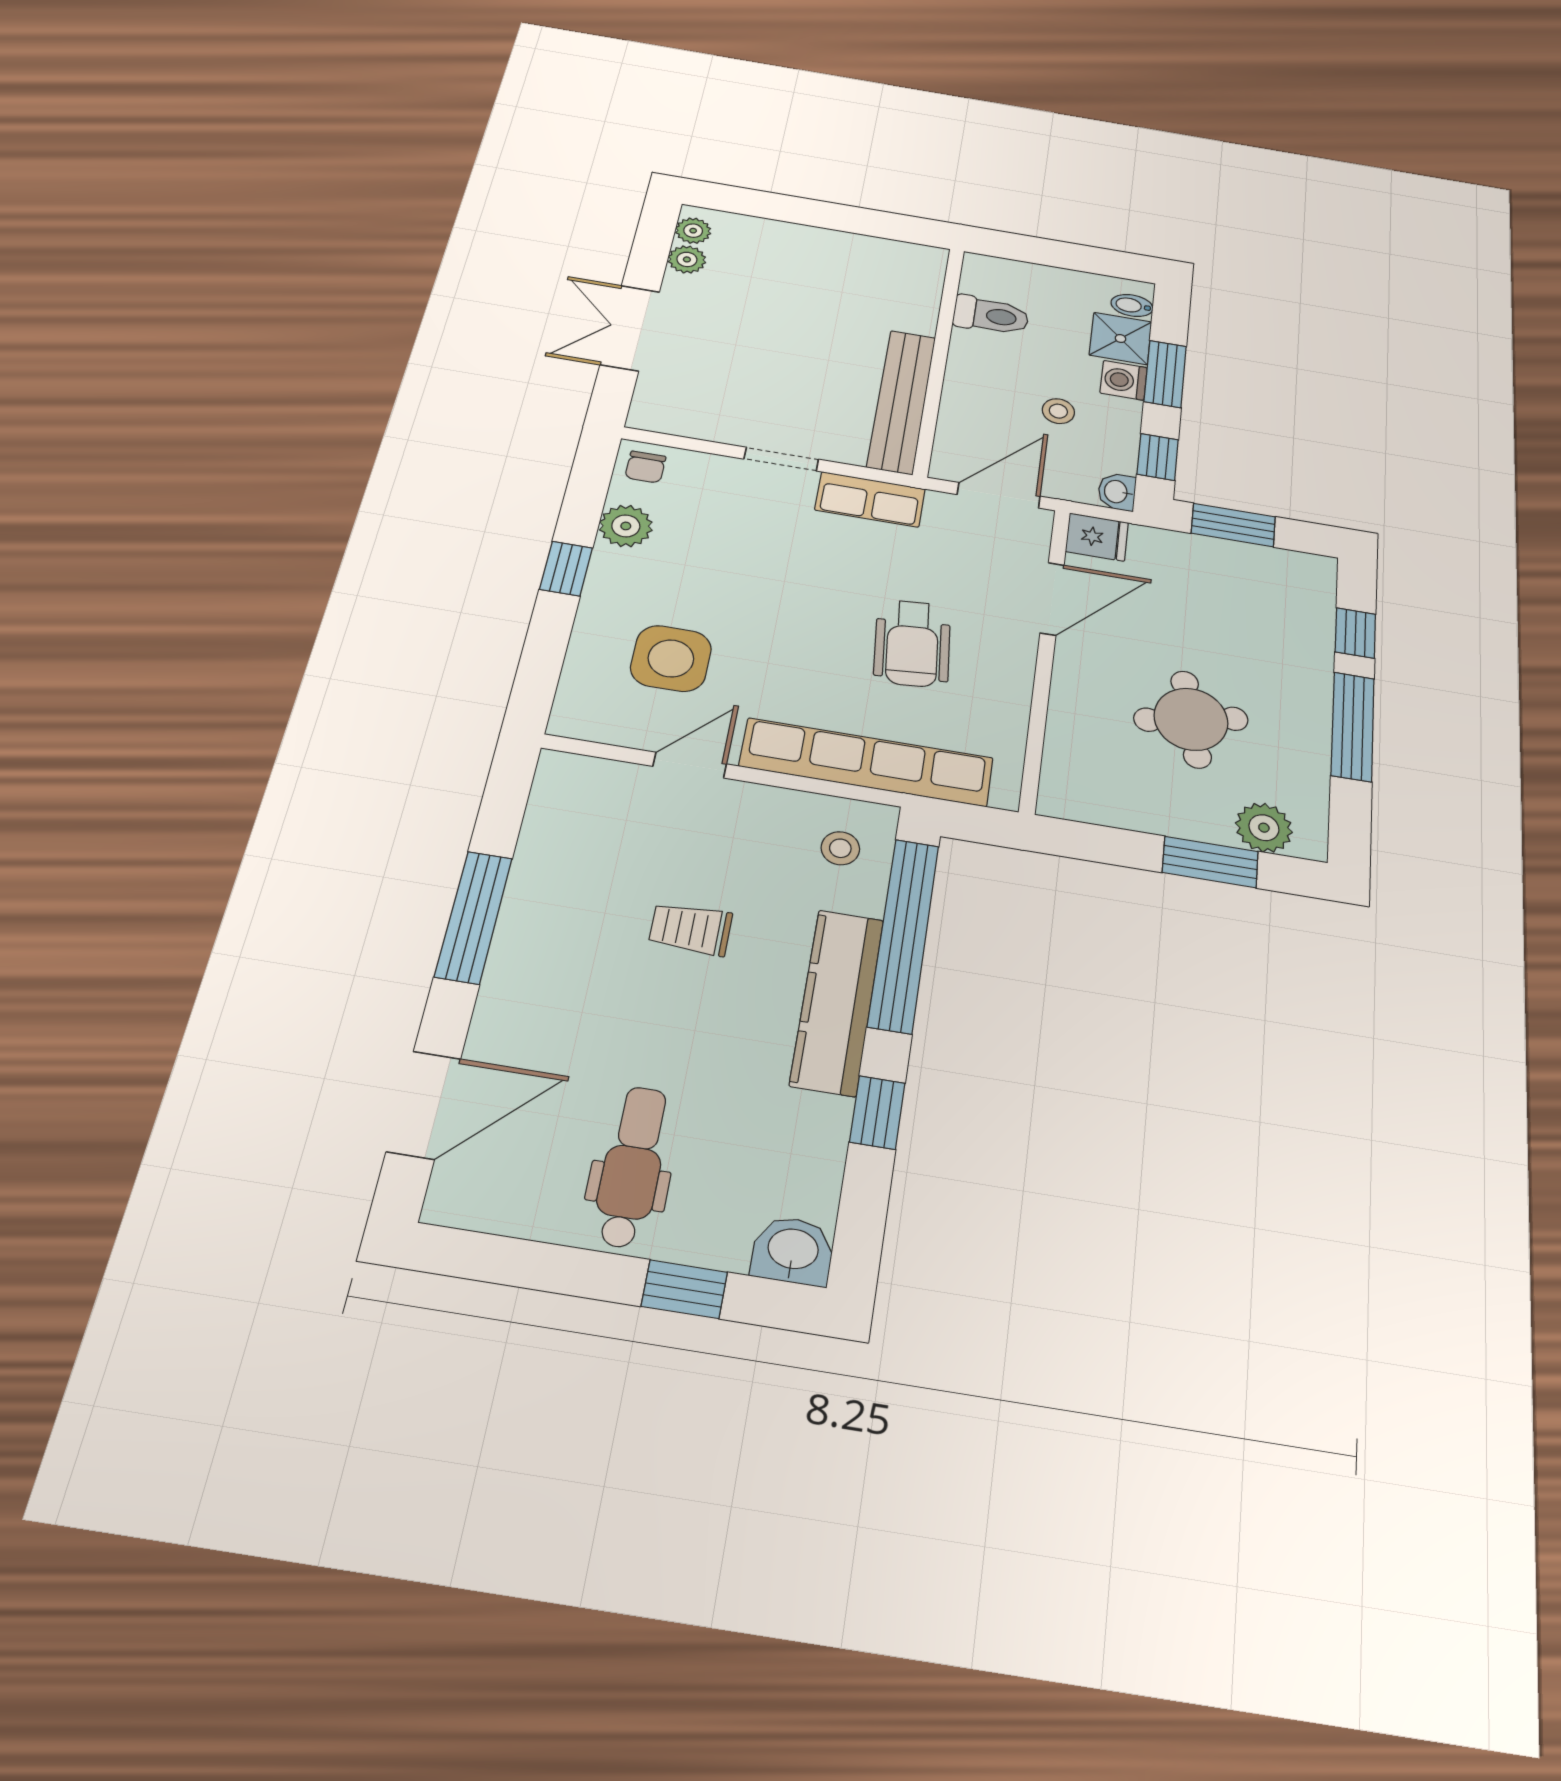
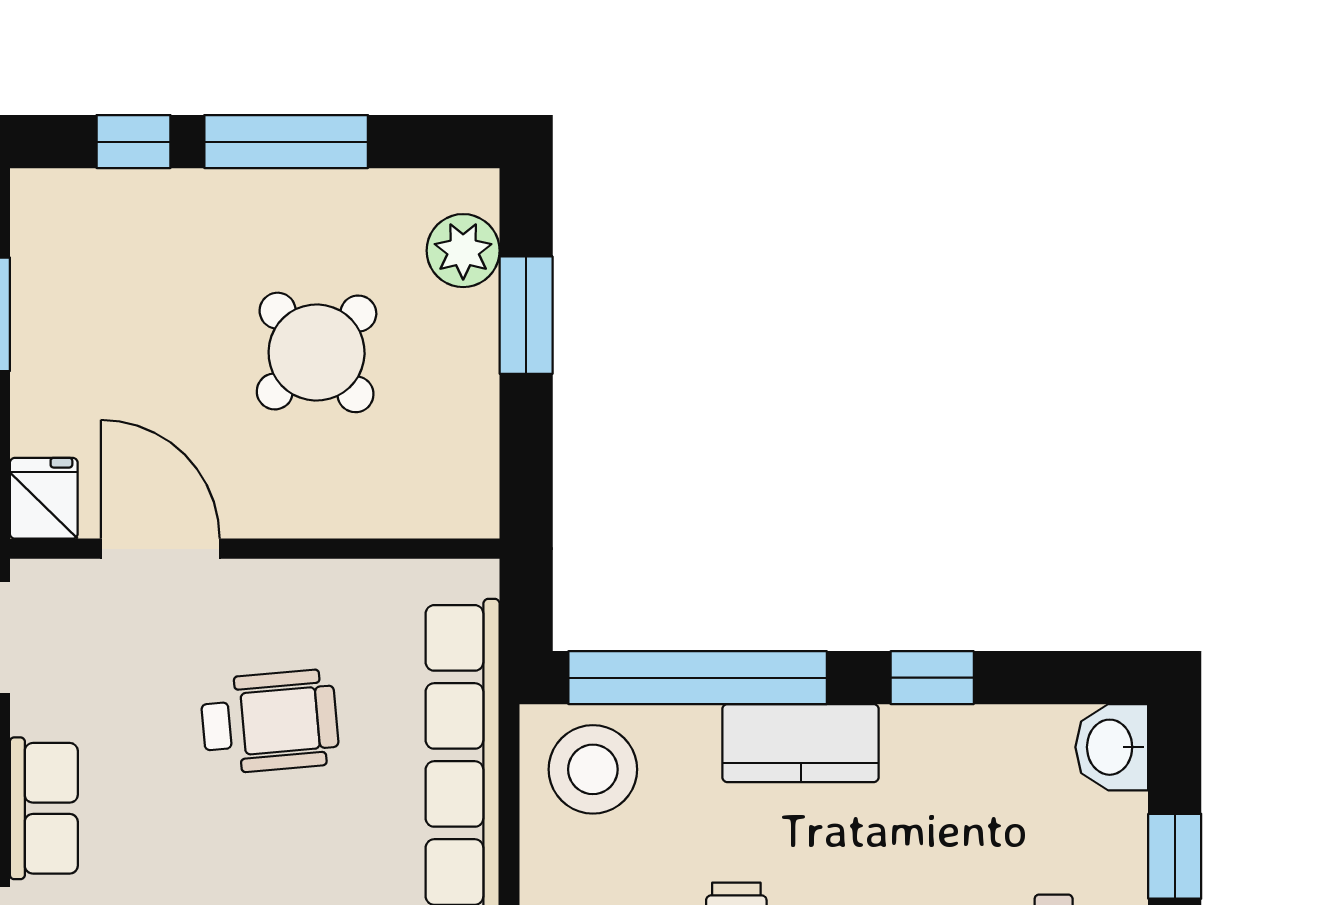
round table: (1191, 719) -> (317, 352), turned -31
stool: (840, 848) -> (593, 769), width x1.89, depth x1.89
kitchen counter: (837, 1002) -> (801, 743), width x0.67

